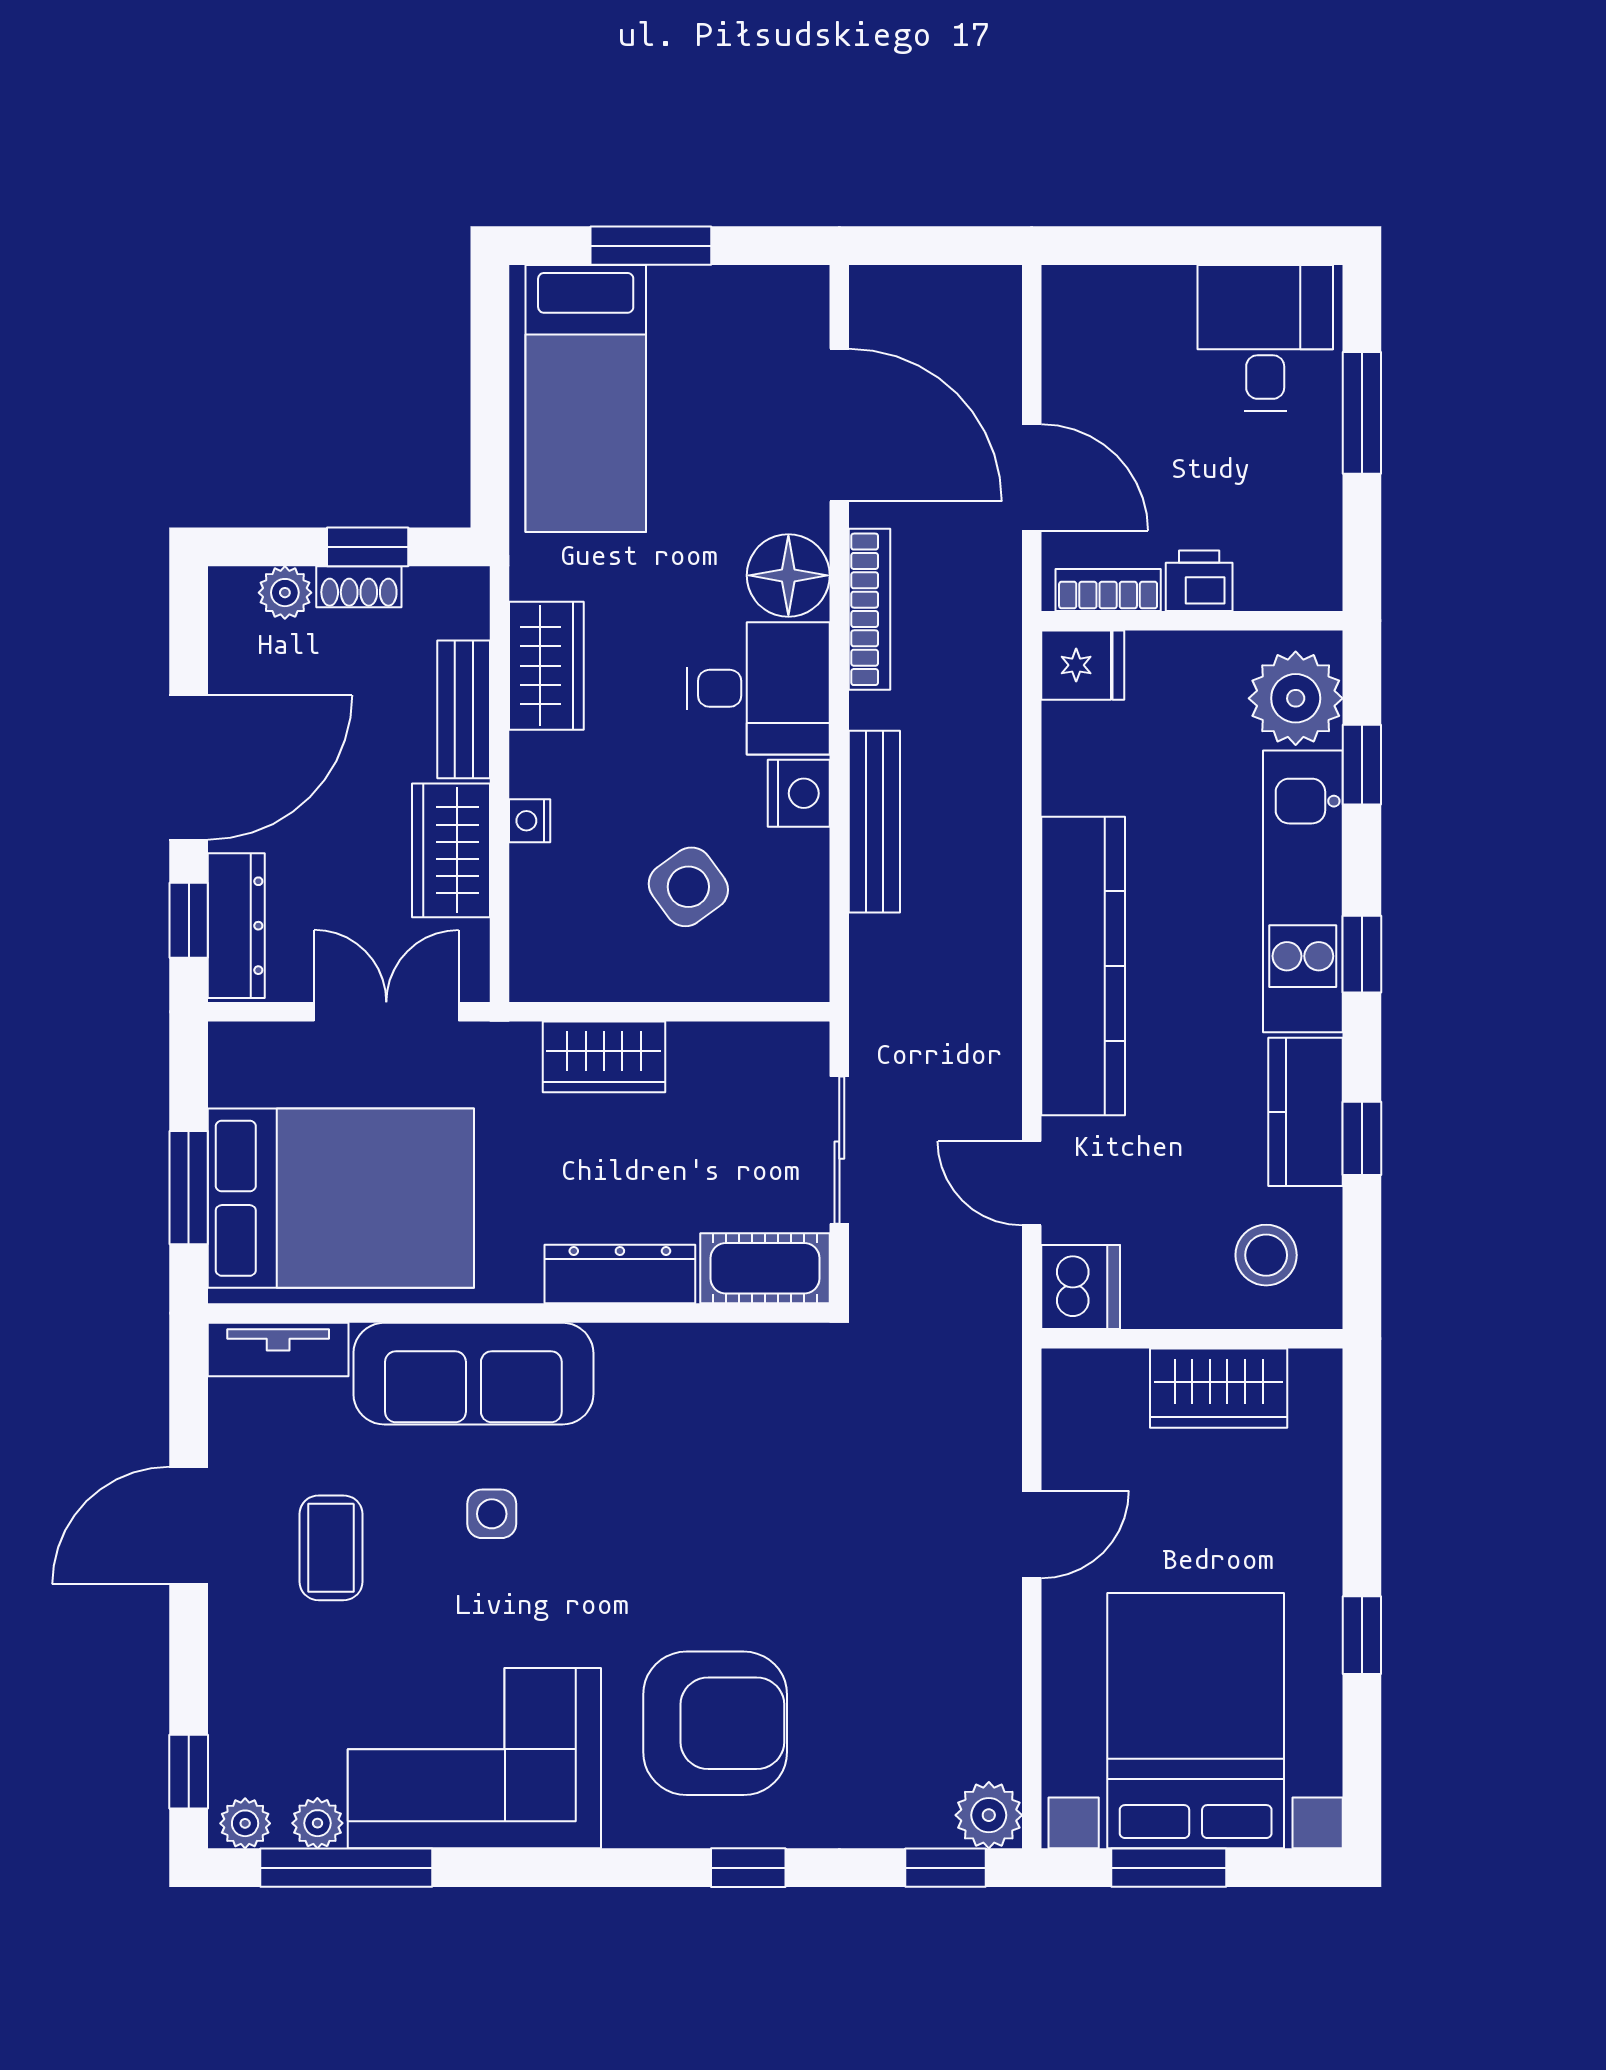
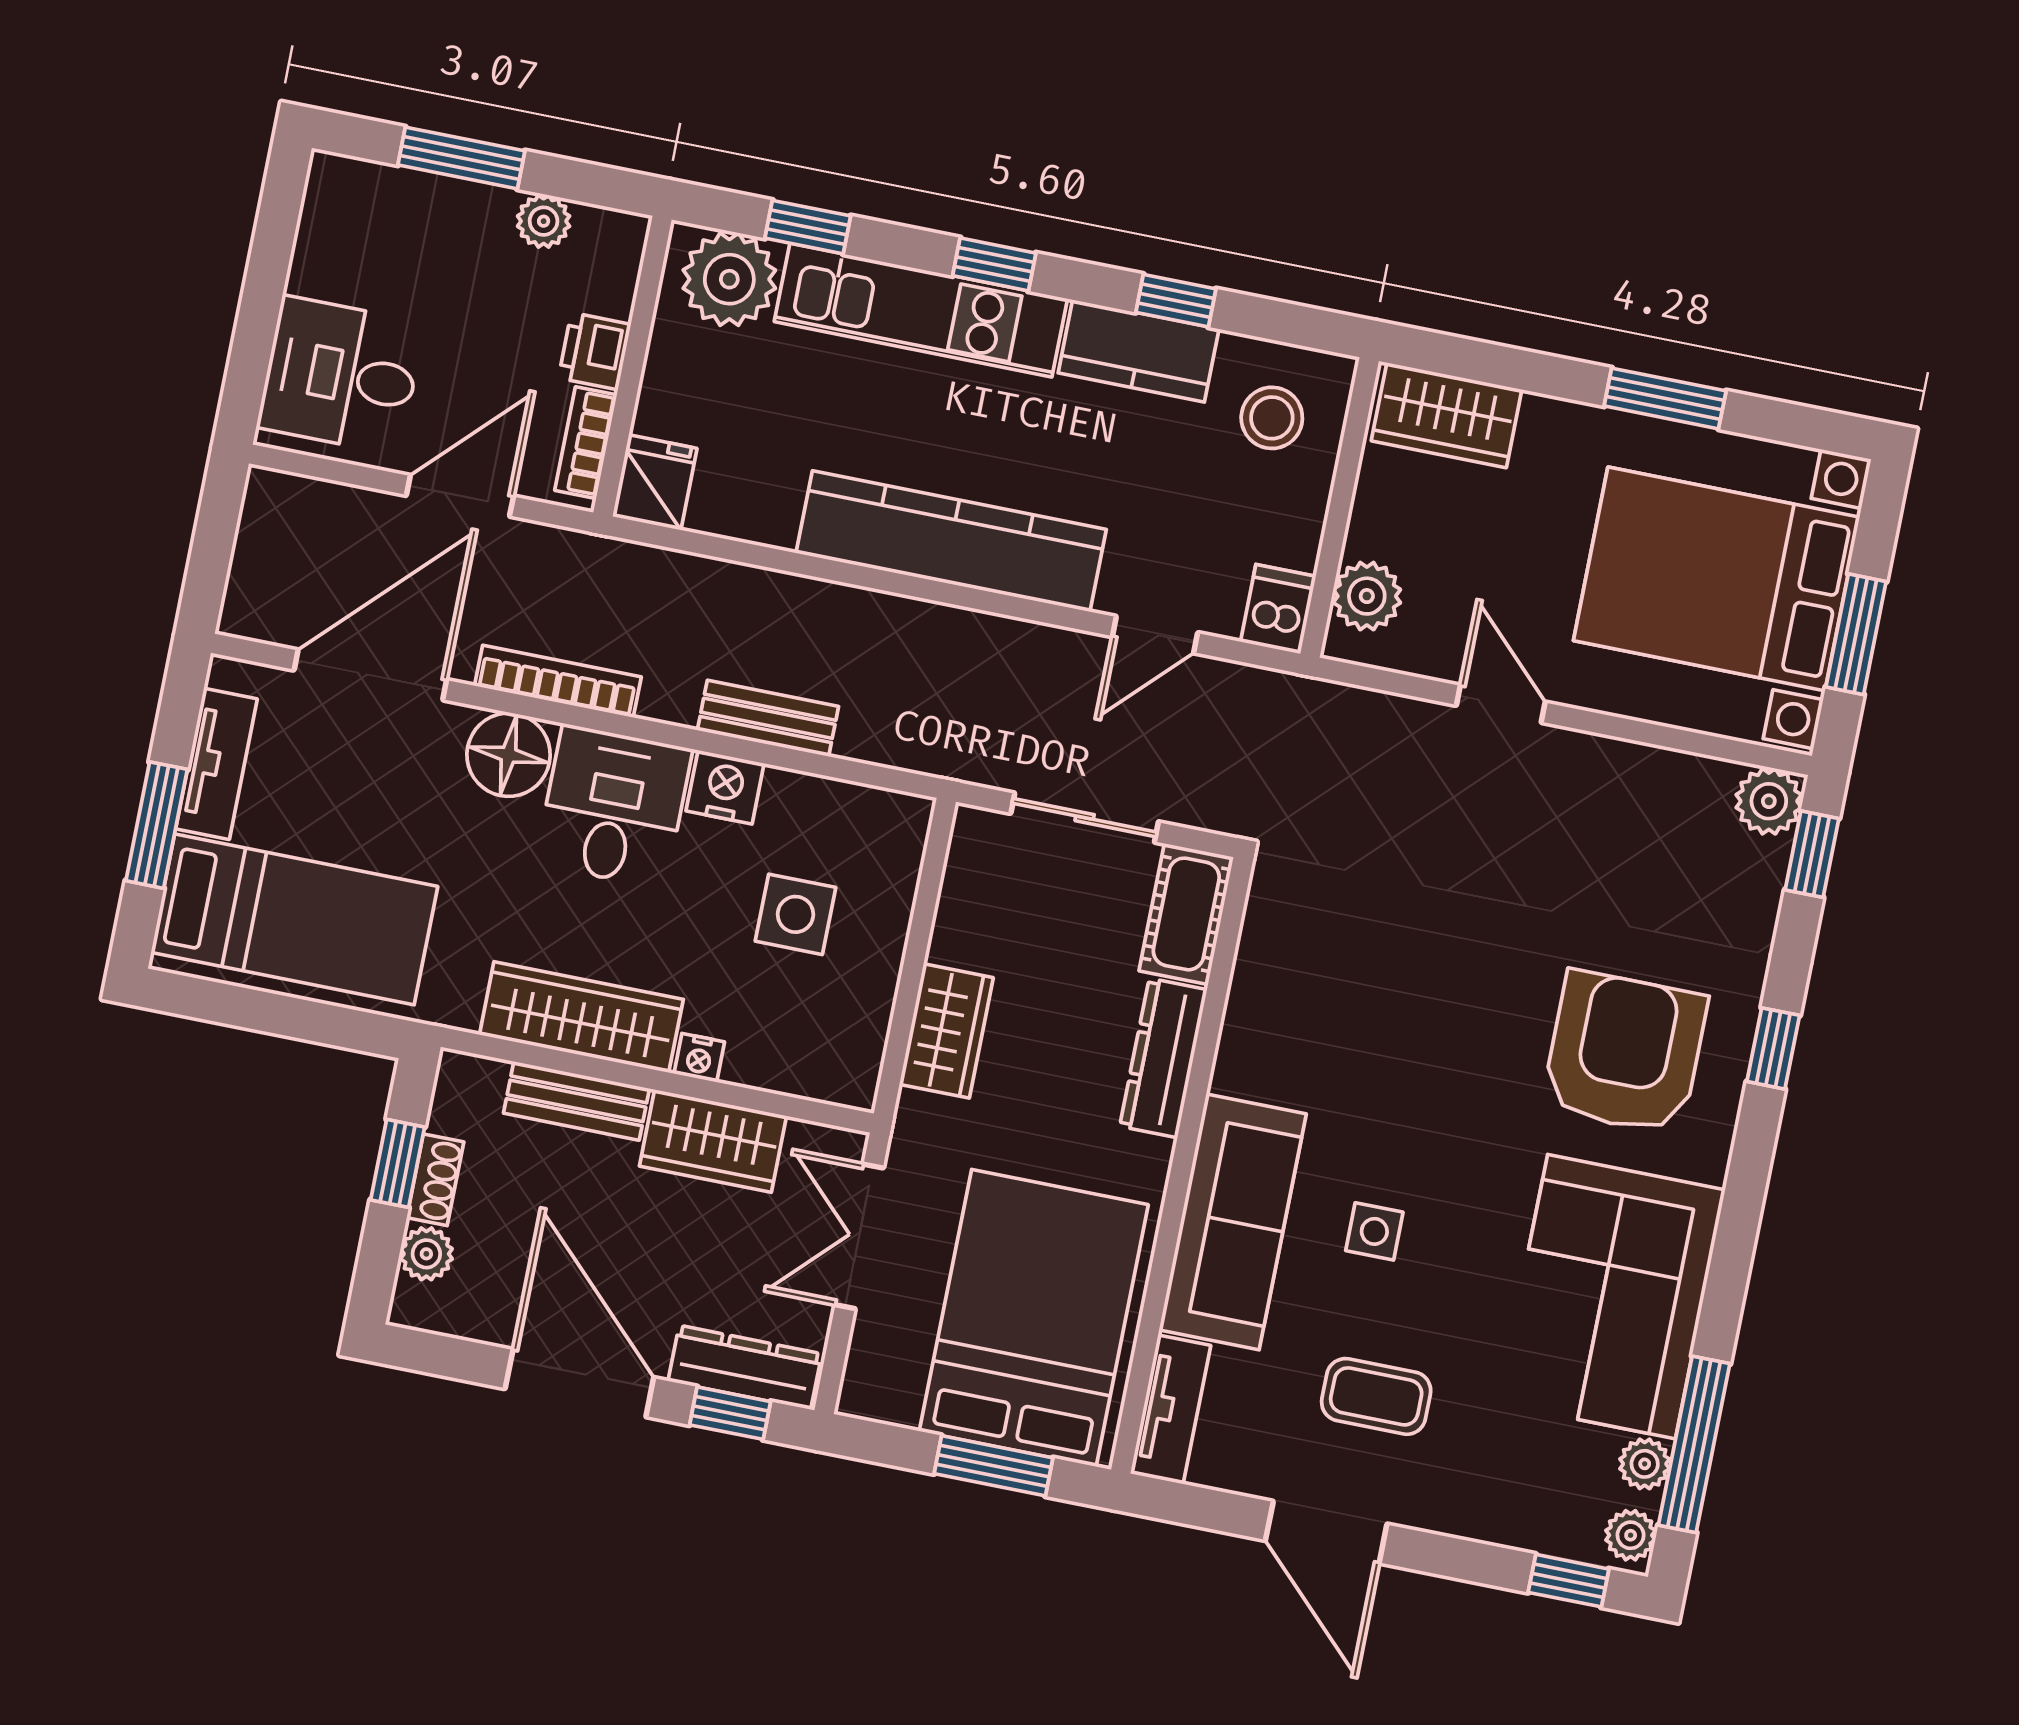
tv unit: (722, 292) -> (216, 764), added
desk: (1265, 338) -> (341, 375), moved
plant: (1316, 506) -> (544, 221), added
wardrobe: (546, 666) -> (581, 1017), width x1.50
bench: (874, 822) -> (768, 718), width x0.73
side table: (688, 887) -> (795, 914), turned 36
dishwasher: (1081, 1287) -> (1278, 609), width x0.73
plant: (1111, 1383) -> (1367, 596), added
wardrobe: (1219, 1388) -> (1447, 415), moved, turned 90
window: (1362, 1635) -> (1665, 398), width x1.50

